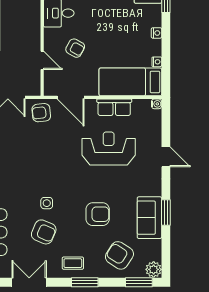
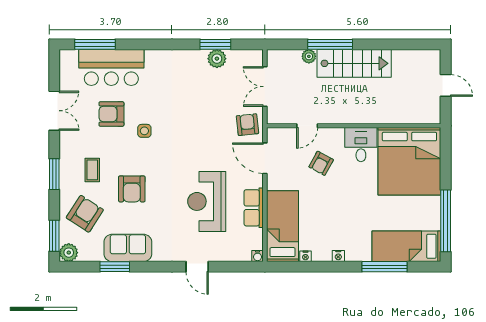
door: (71, 97) -> (265, 158), hinge flipped
reception desk: (109, 148) -> (207, 201), turned 180
door: (166, 157) -> (197, 267), hinge flipped
window: (166, 212) -> (115, 267), moved
armchair: (44, 232) -> (111, 114), moved, turned 67
coffee table: (73, 263) -> (92, 170), moved

